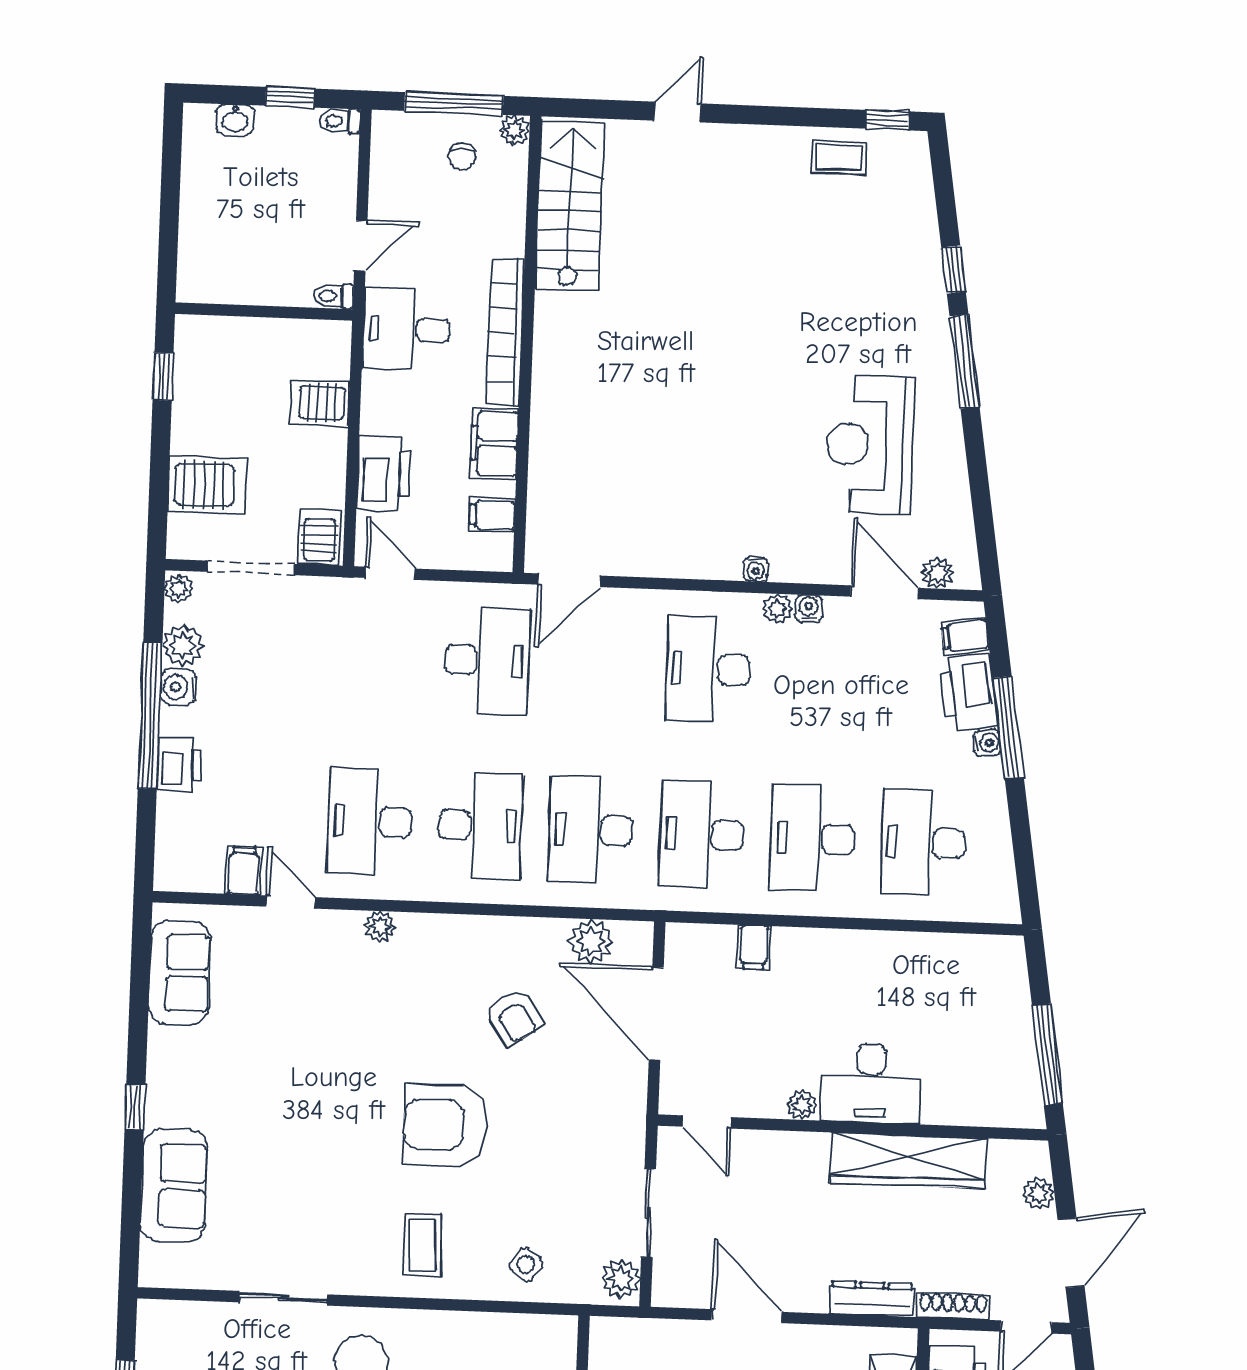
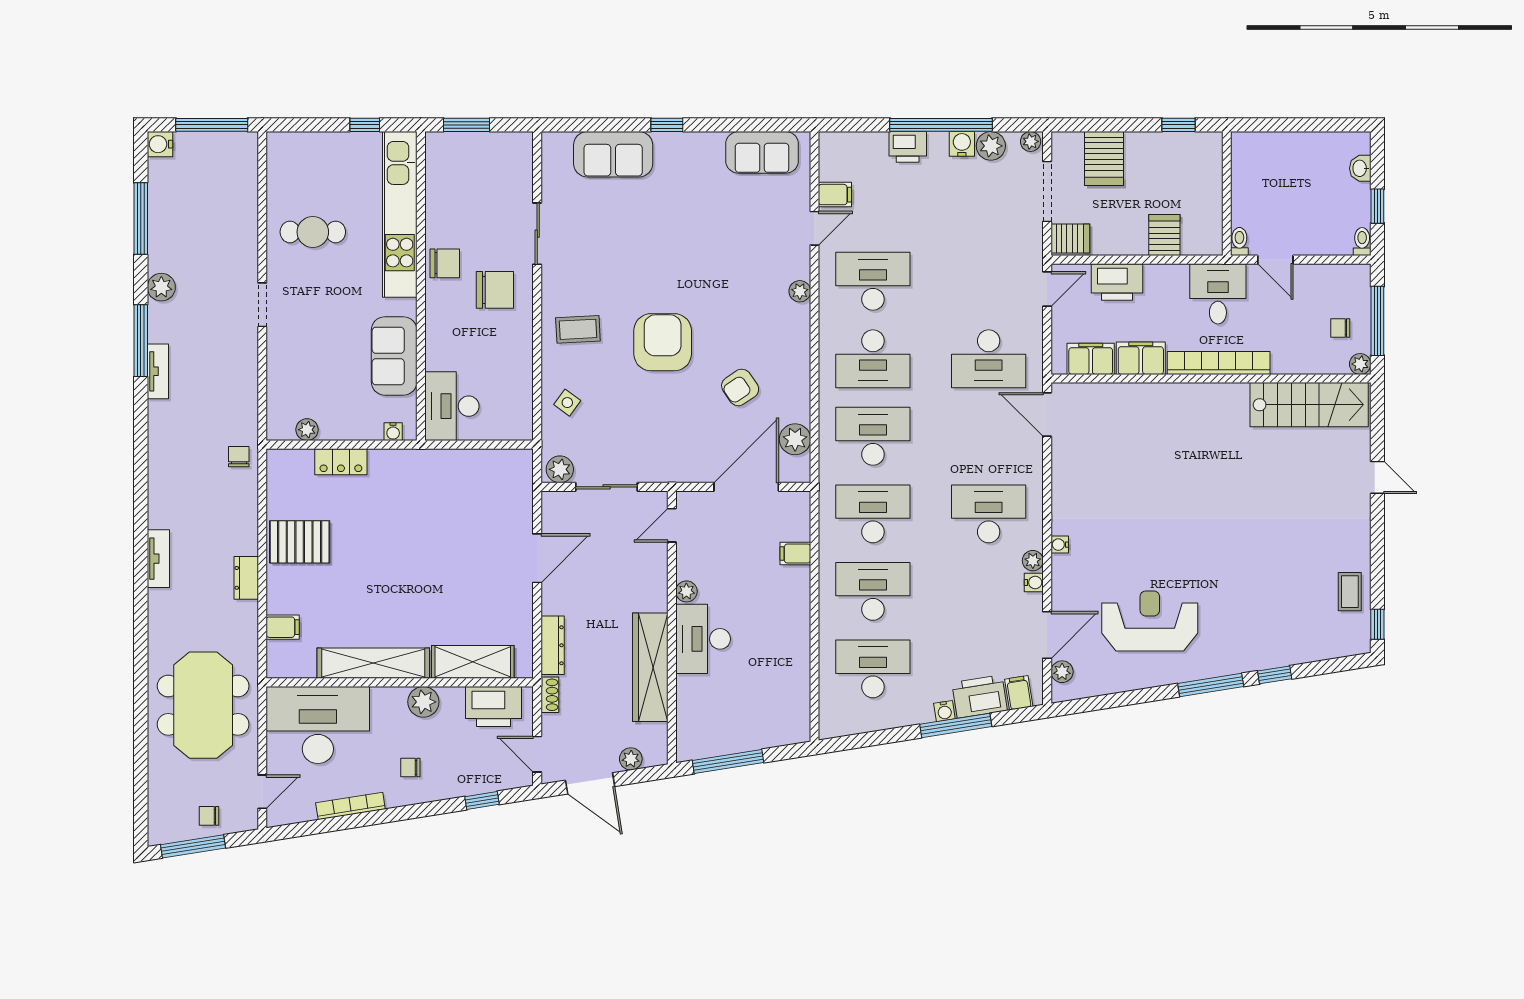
filing cabinet: (492, 515) -> (1091, 359), width x2.00
shoe rack: (953, 1306) -> (550, 695), width x0.70

